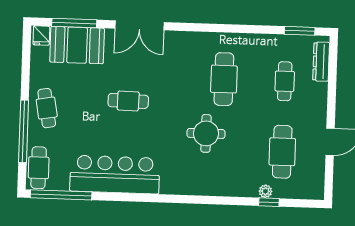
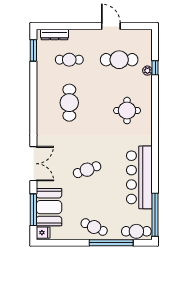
cafe table: (224, 79) -> (69, 103), turned 90
cafe table: (128, 101) -> (87, 170), turned 69
cafe table: (47, 108) -> (94, 227), turned 34
round table: (206, 133) -> (127, 111), moved

